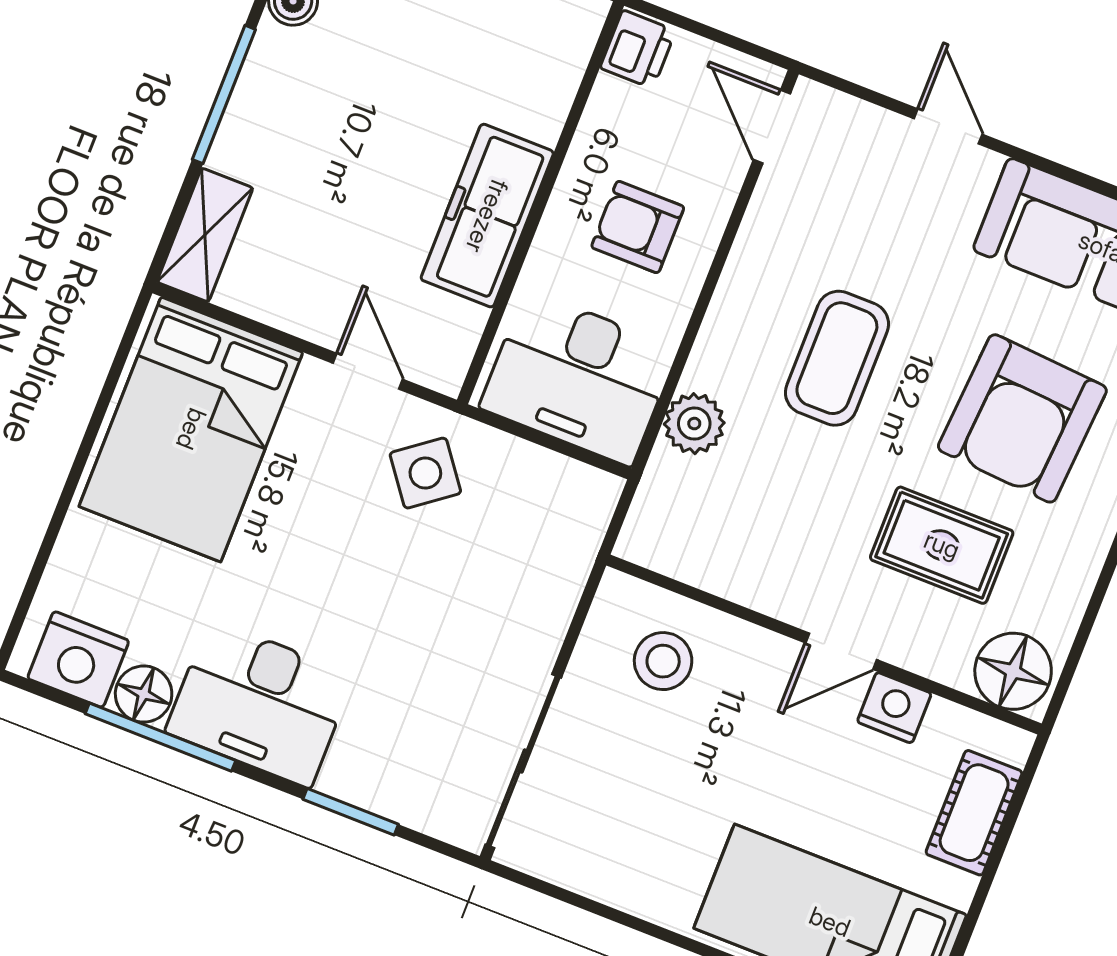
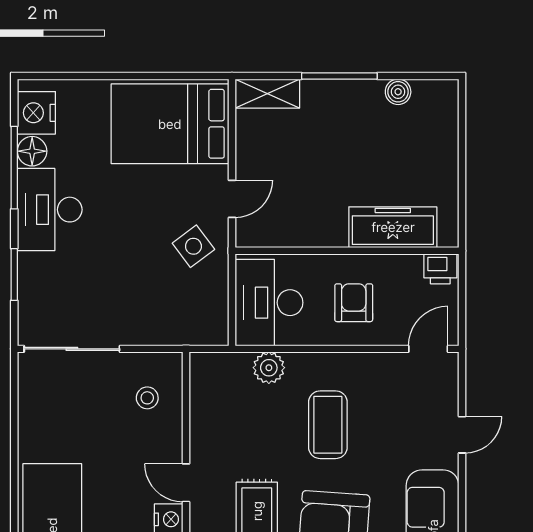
freezer: (487, 216) -> (393, 227), moved
coffee table: (837, 358) -> (328, 425), turned 90
stool: (663, 661) -> (147, 398), width x0.73, depth x0.73

